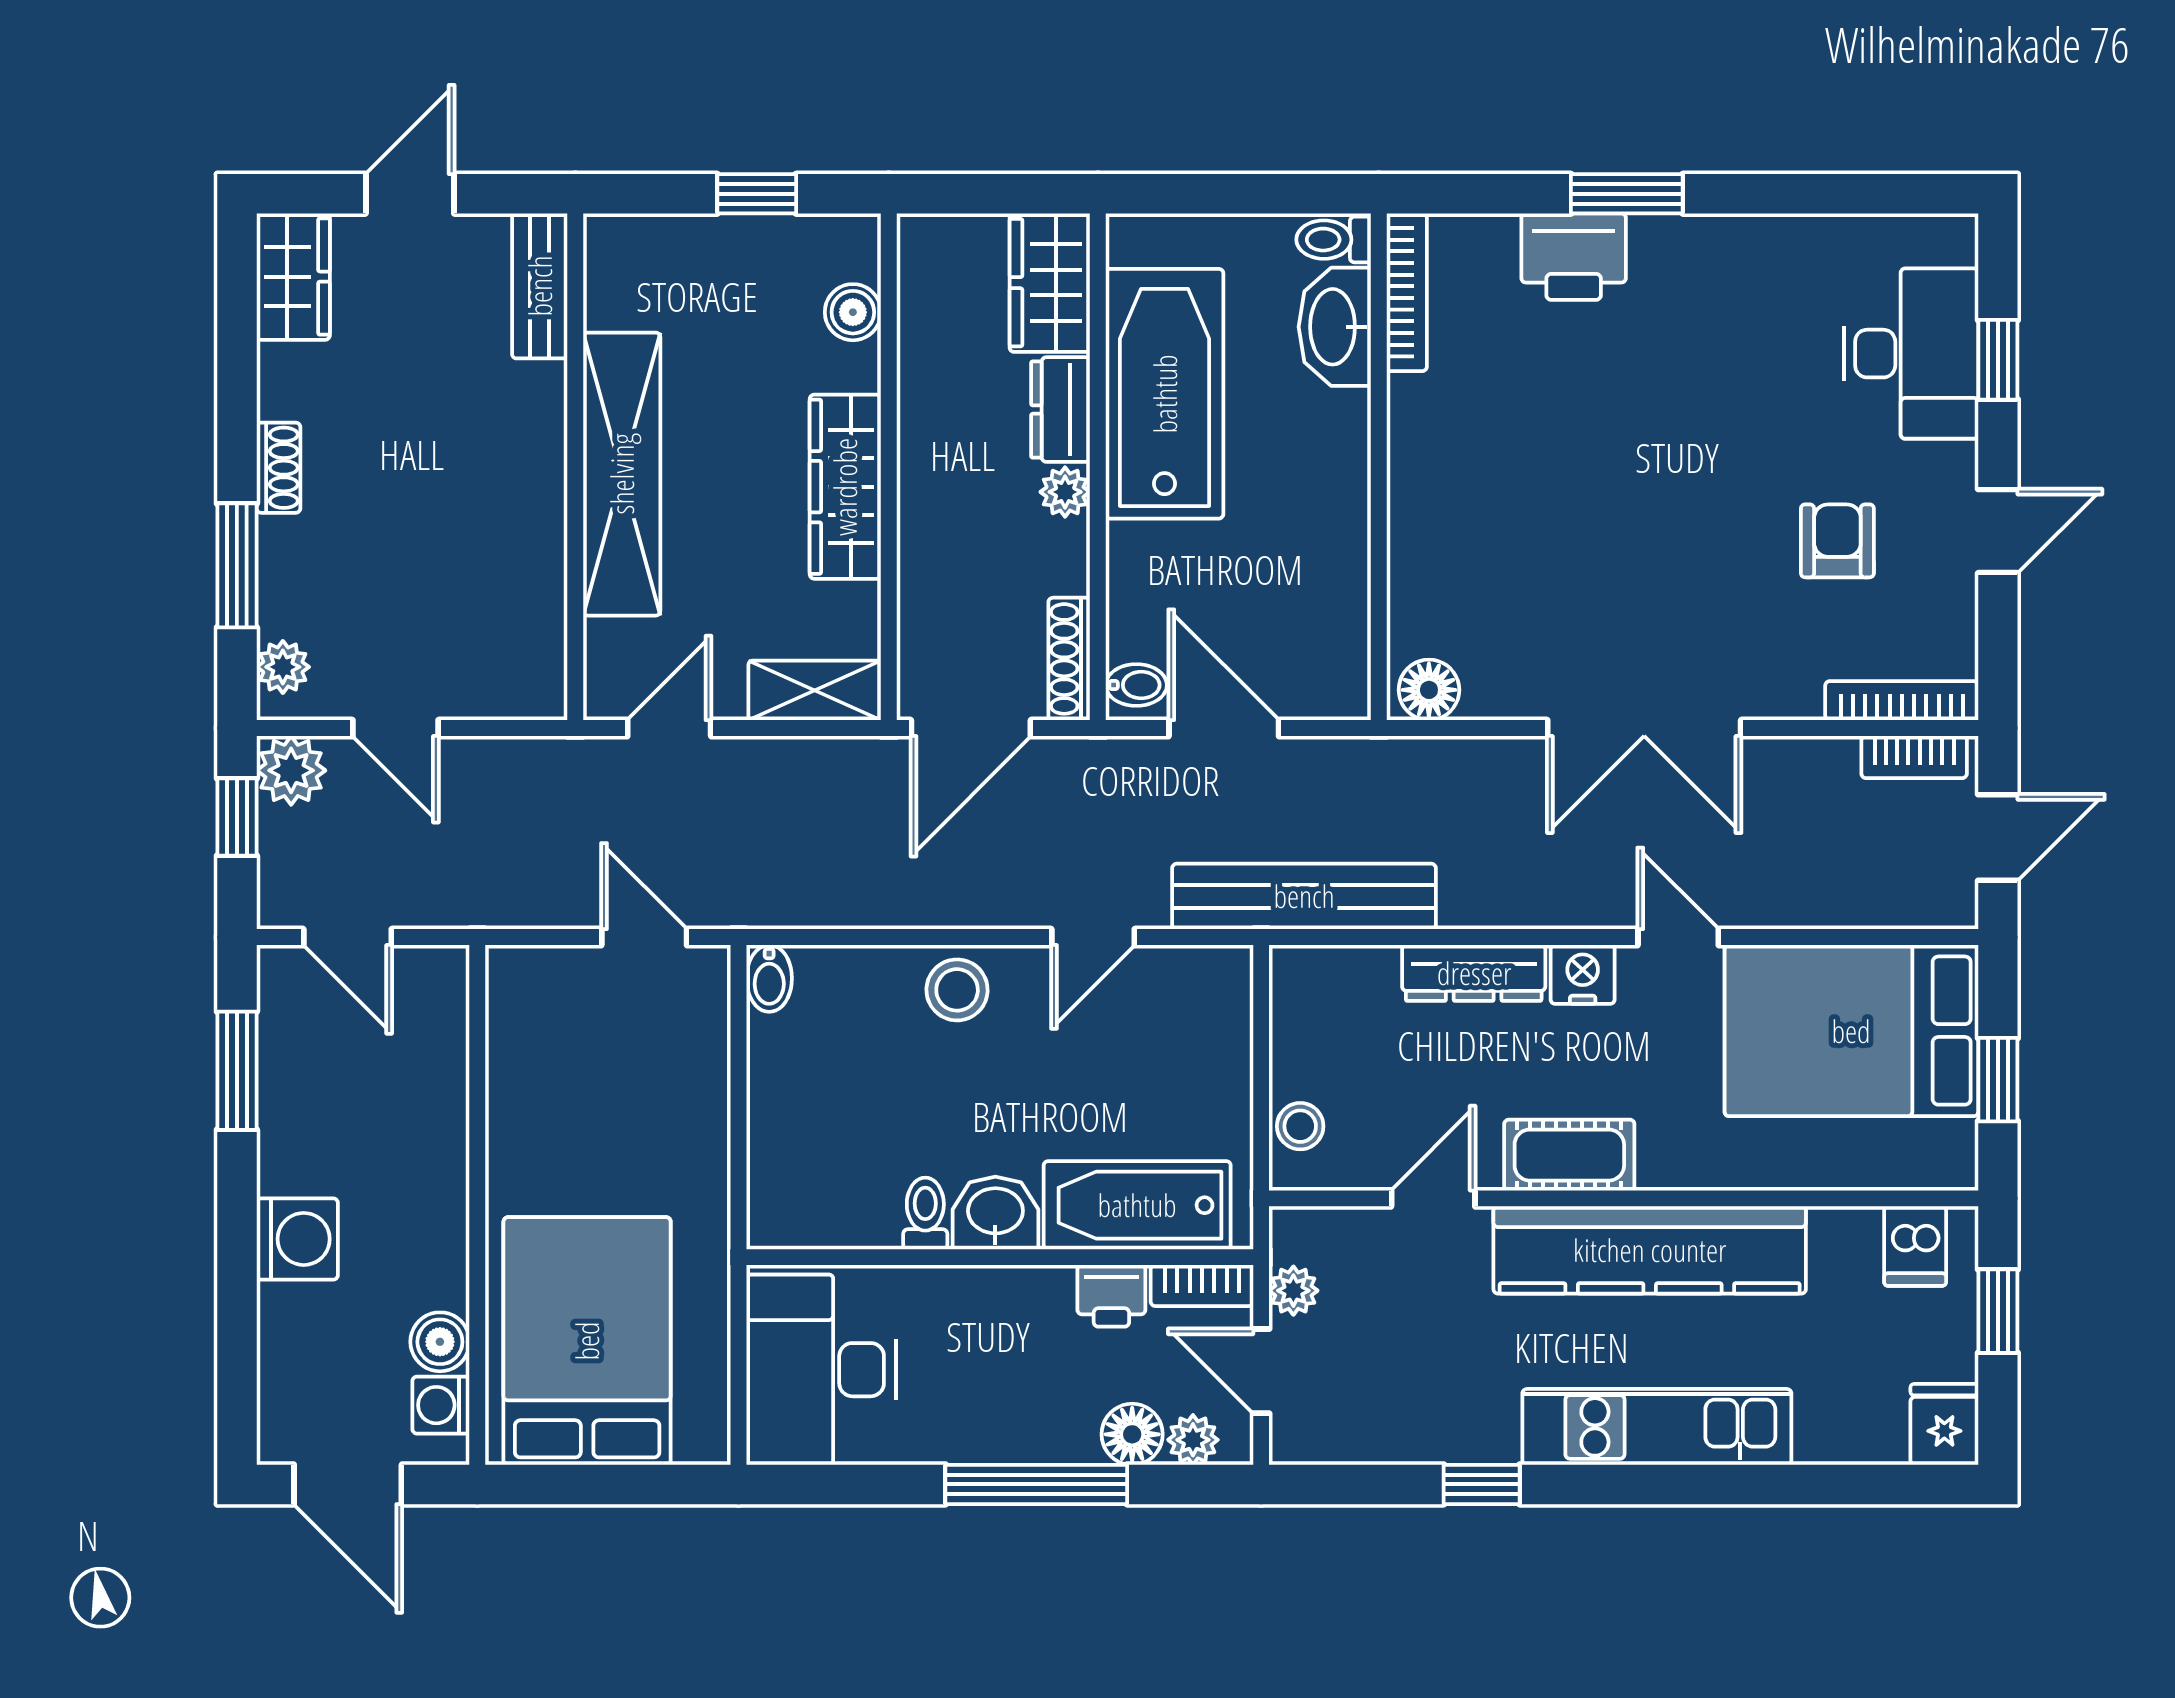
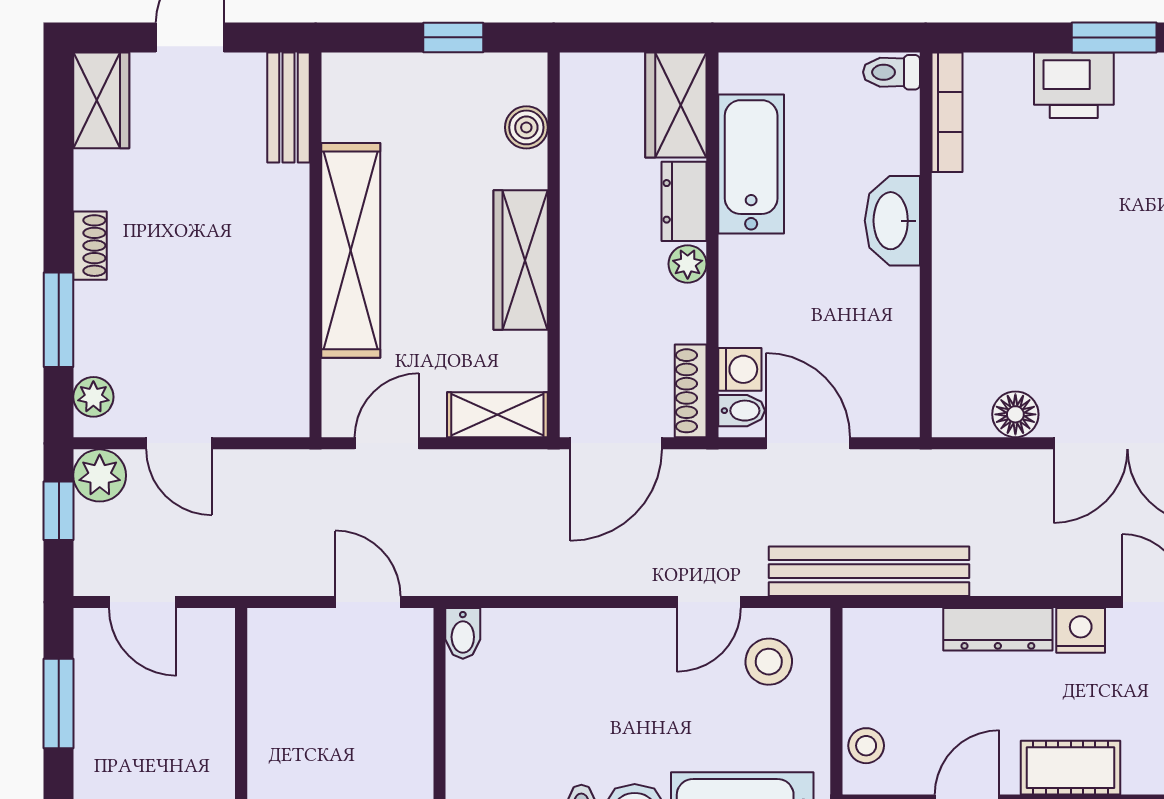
washbasin: (1335, 327) -> (892, 221), moved
bathtub: (1165, 394) -> (751, 164), width x0.73, depth x0.73
washing machine: (1134, 631) -> (740, 369), added
floor lamp: (1429, 690) -> (1015, 414), moved
stool: (957, 990) -> (769, 662), moved

